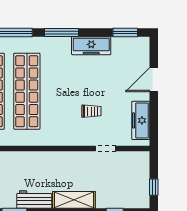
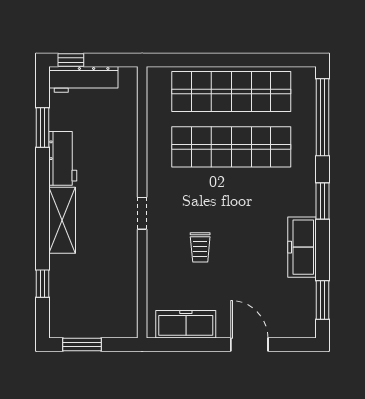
window: (62, 33) -> (322, 201), width x0.69
doorway: (105, 148) -> (142, 213), moved
window: (154, 187) -> (82, 344), width x1.50

